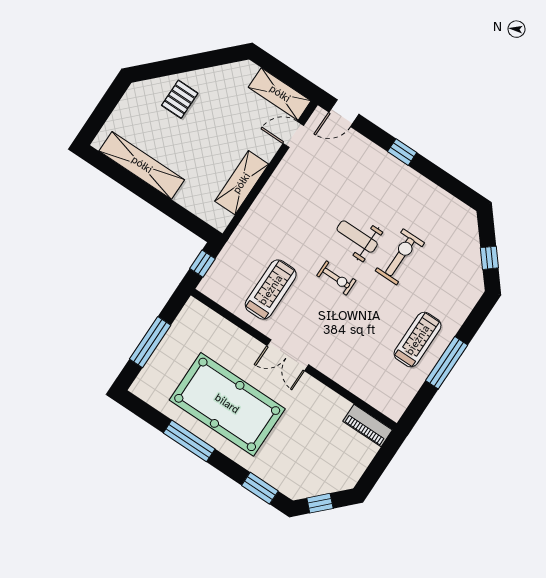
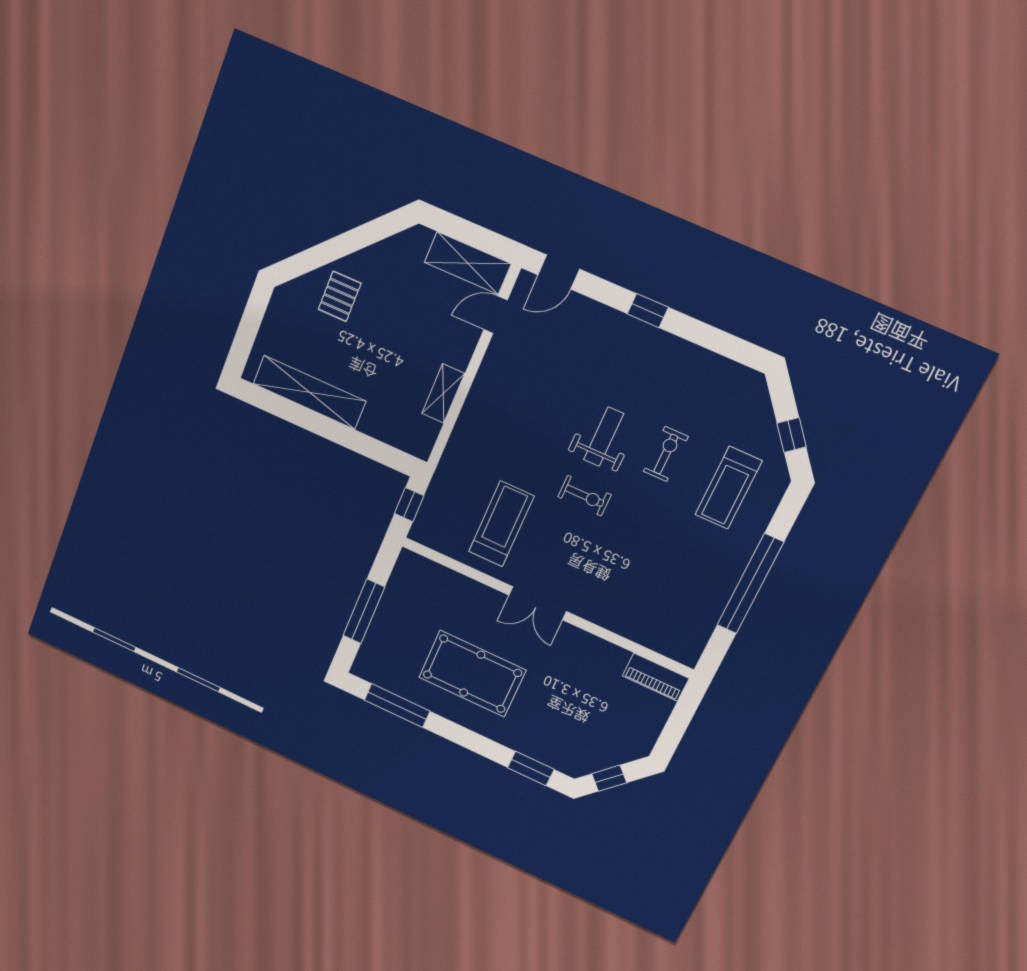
shelving: (242, 183) -> (443, 393), width x0.67, depth x0.75
weight bench: (357, 237) -> (604, 437), turned 90
exercise bike: (400, 257) -> (666, 454), width x0.73, depth x0.72
treadmill: (418, 340) -> (728, 488), moved, turned 180
window: (447, 363) -> (750, 584), width x1.46
pool table: (227, 404) -> (472, 674), width x0.73, depth x0.76
window: (189, 441) -> (397, 706), moved

